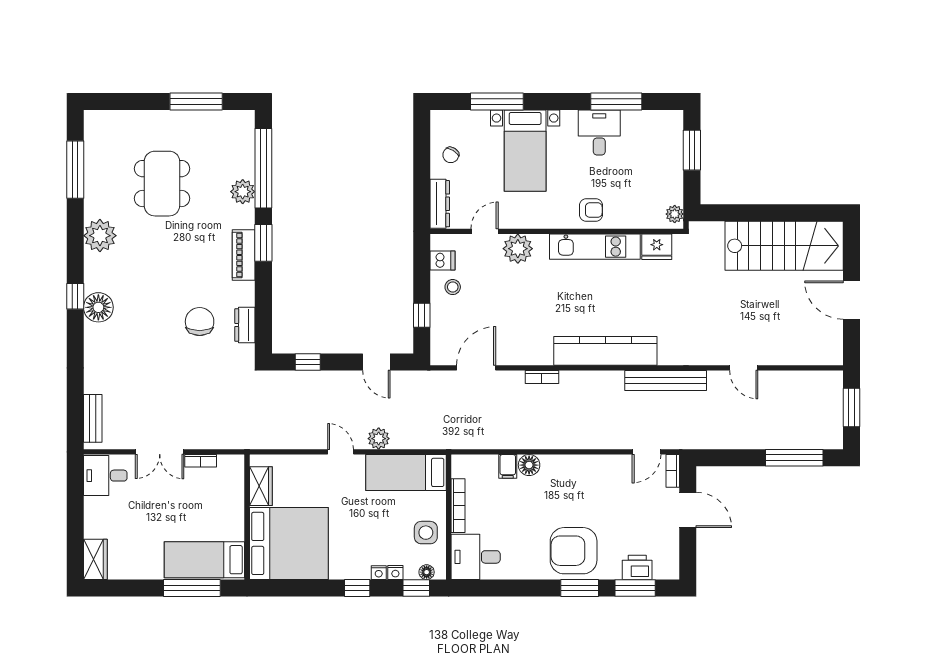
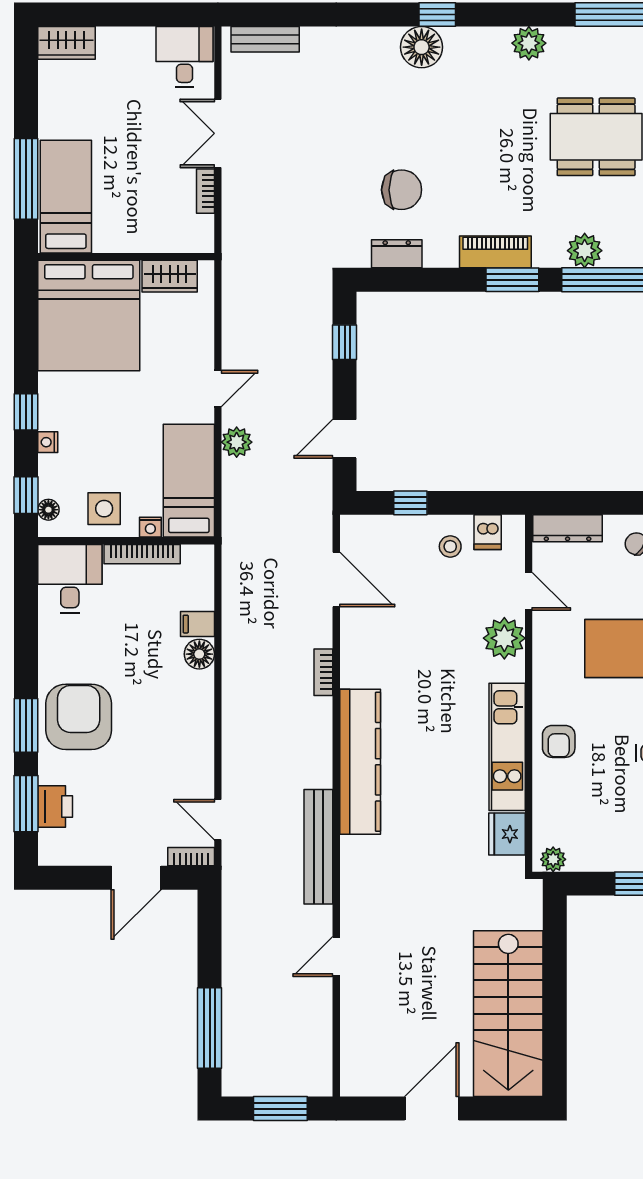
plant: (100, 236) -> (529, 43), width x0.73, depth x0.73
nightstand: (395, 572) -> (150, 527), moved, turned -90

